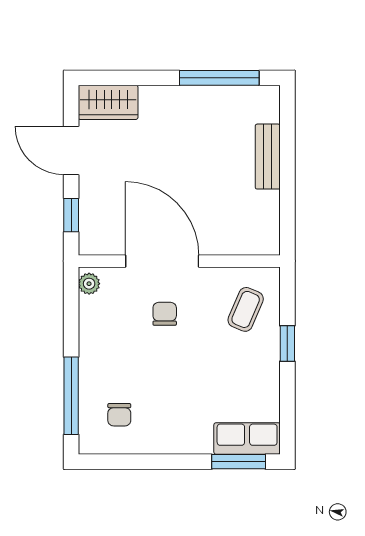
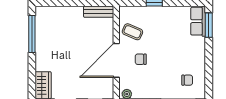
bench: (268, 157) -> (99, 12), moved
coffee table: (246, 309) -> (132, 32), moved

